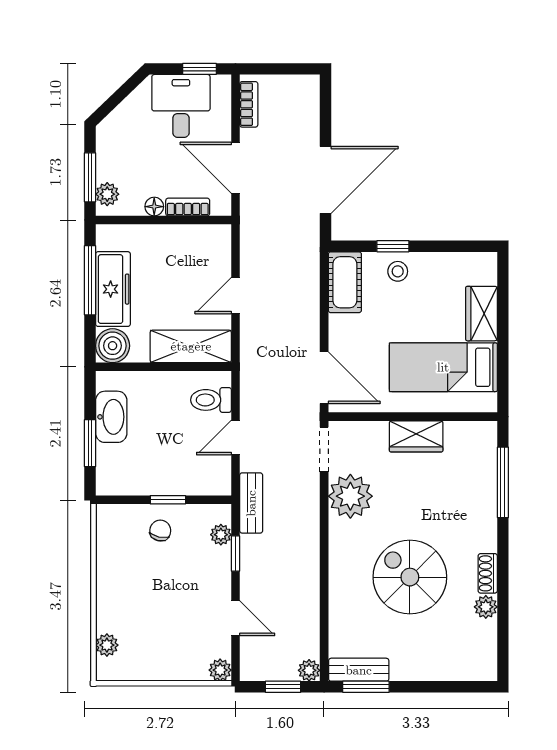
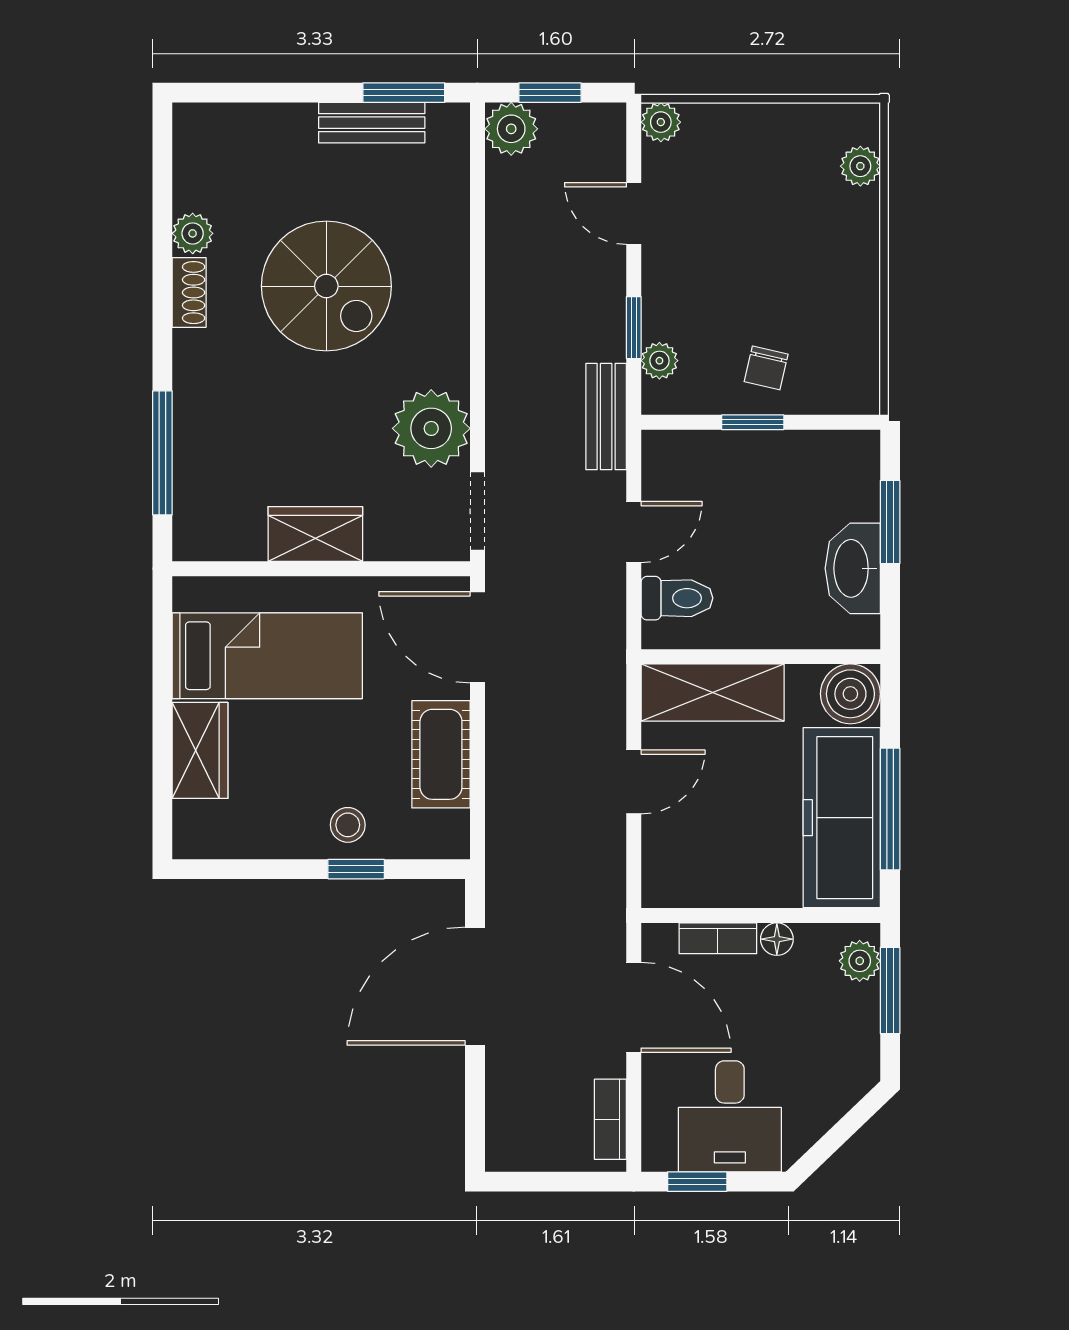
cot: (345, 282) -> (441, 754), moved
freezer: (113, 289) -> (842, 818), width x1.36, depth x1.26
plant: (309, 670) -> (511, 129), width x1.38, depth x1.38
bench: (359, 670) -> (372, 123), moved

